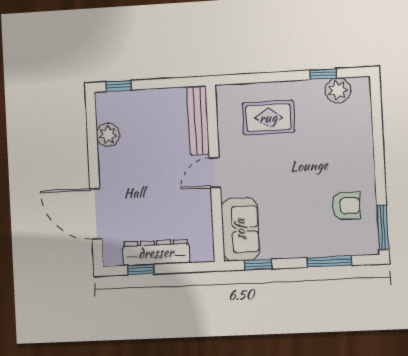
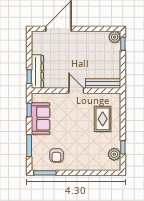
plant: (108, 135) -> (115, 37), moved
sofa: (240, 229) -> (41, 118), moved, turned -90
dresser: (156, 253) -> (37, 71), moved
window: (141, 270) -> (29, 77), moved

